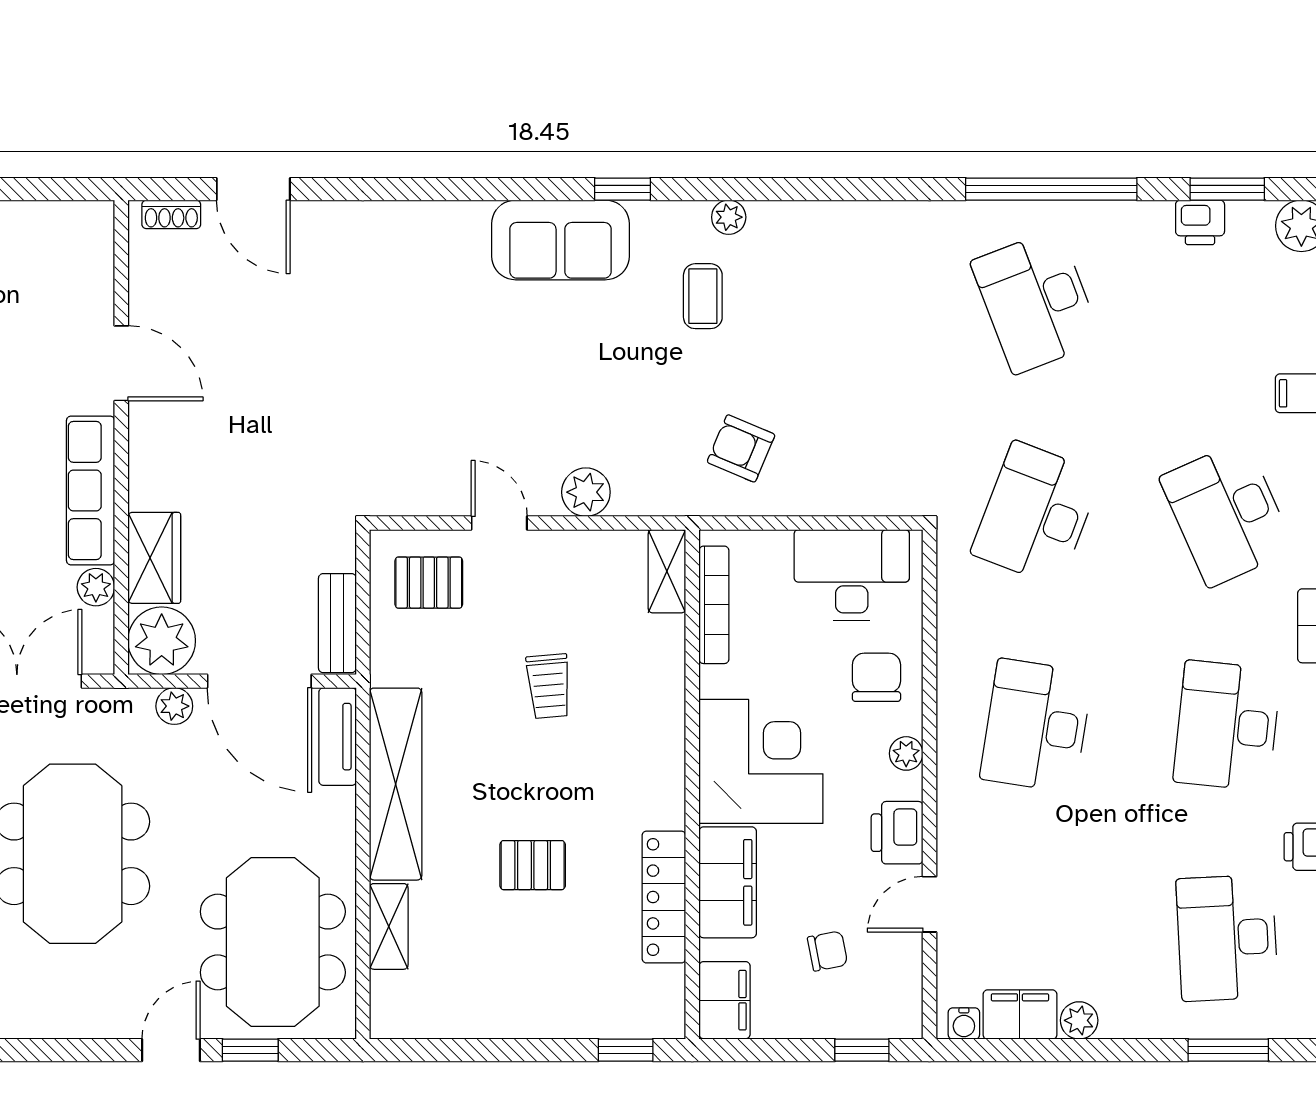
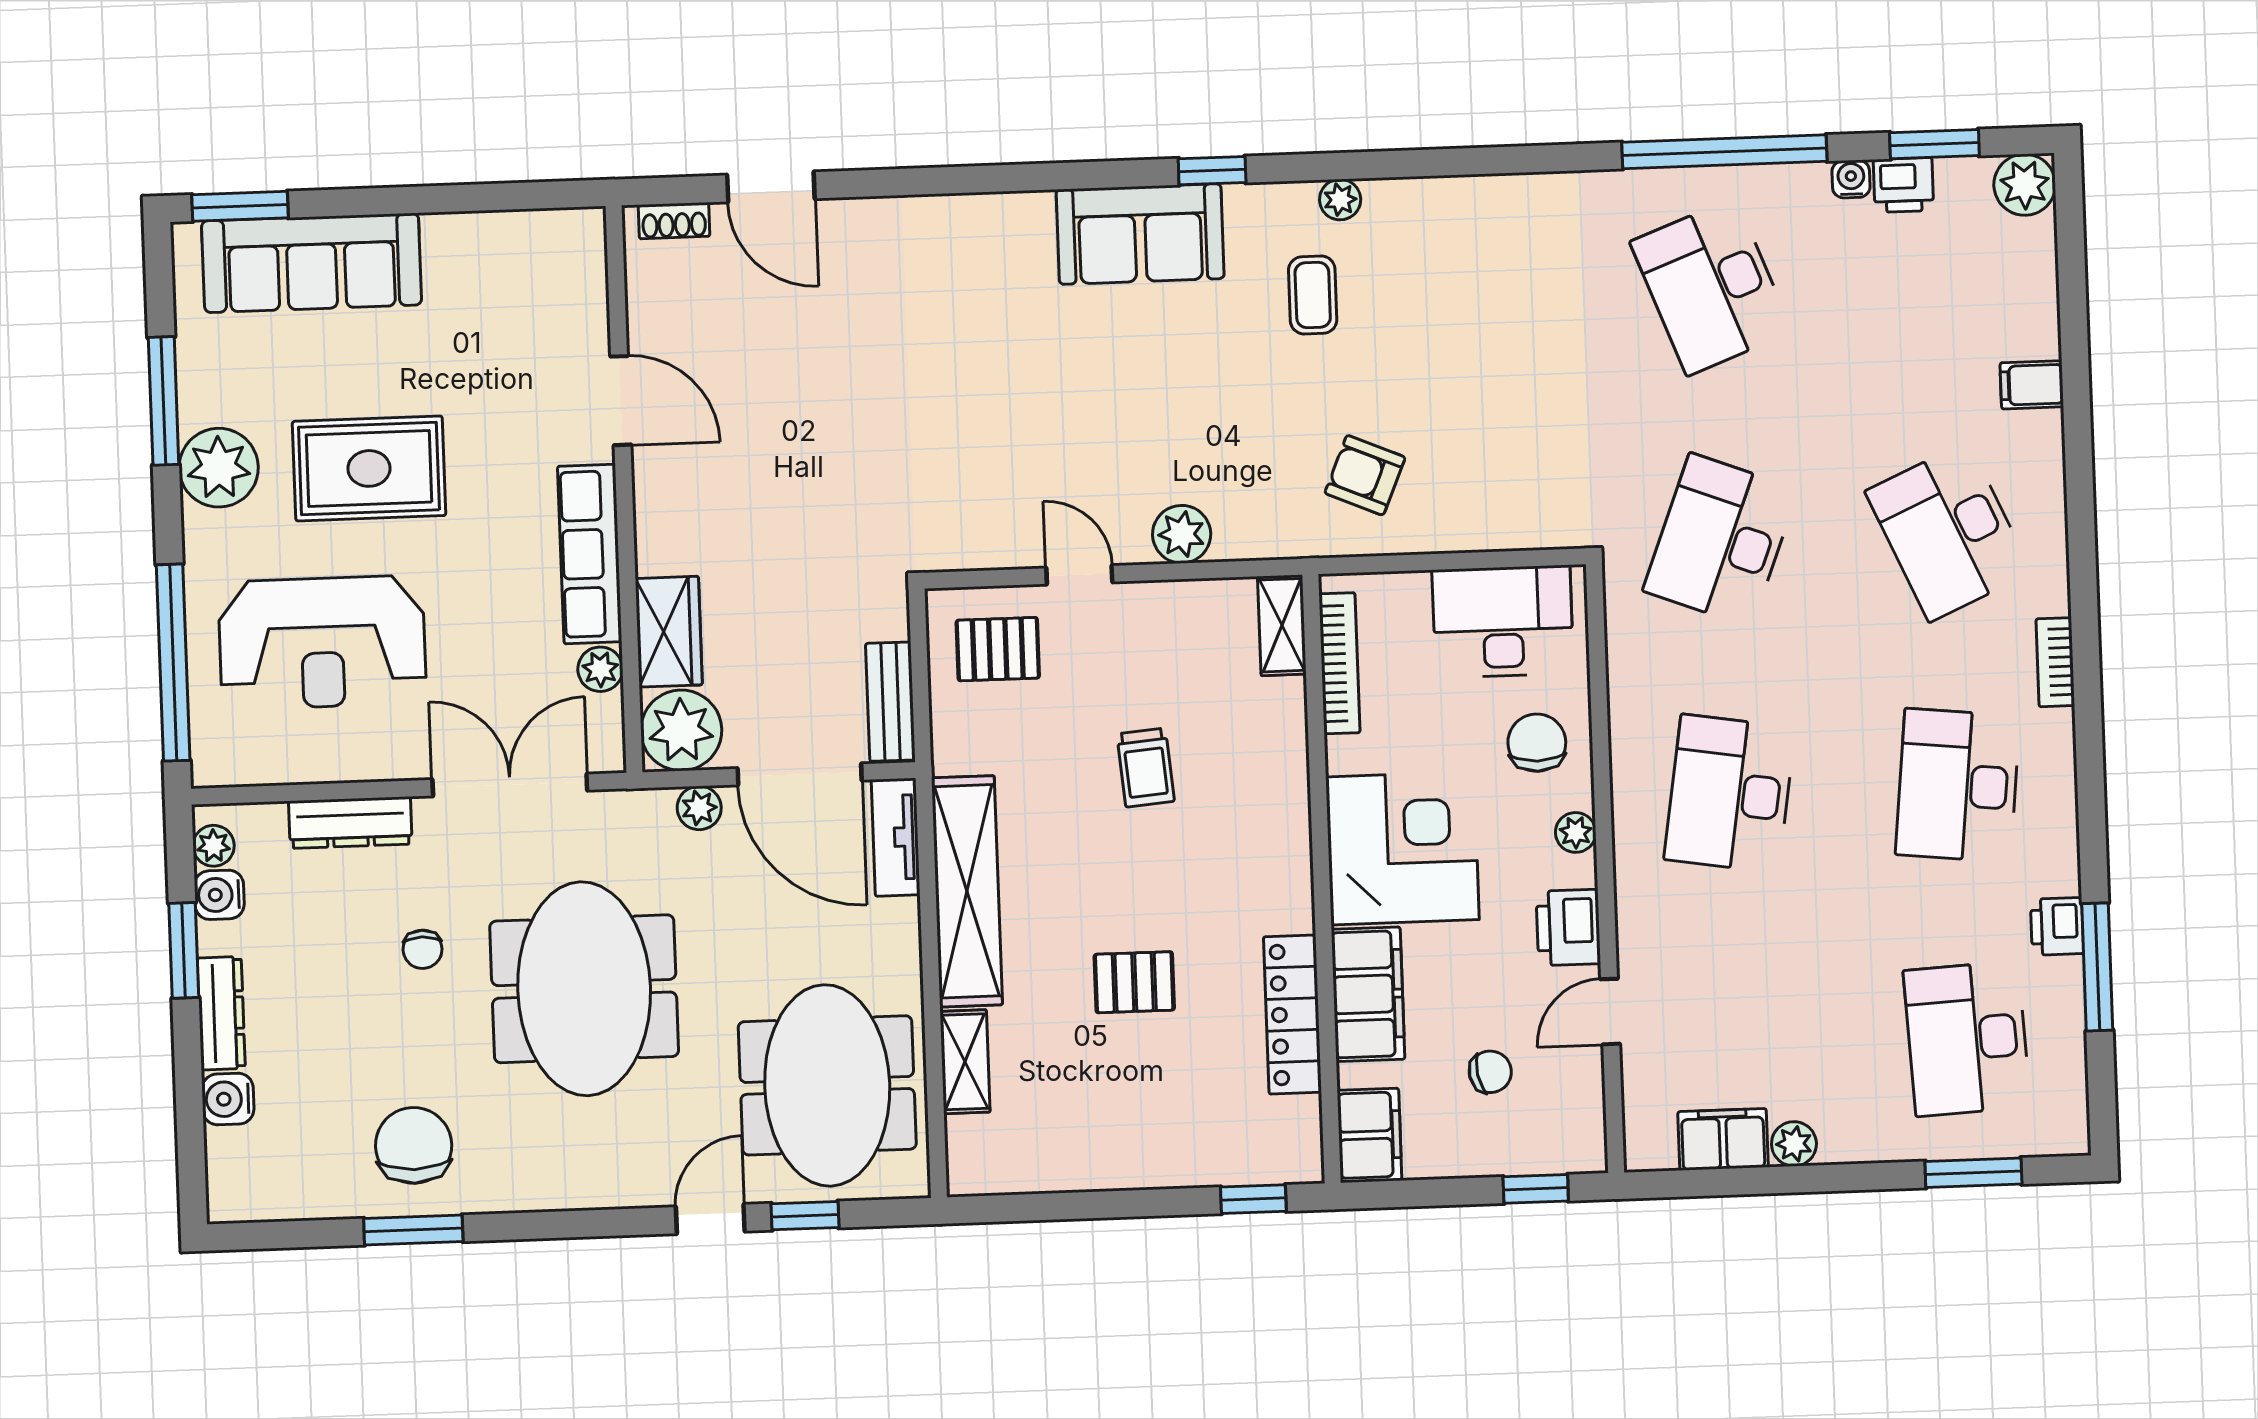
water cooler: (964, 1024) -> (1851, 179), moved, turned 180

